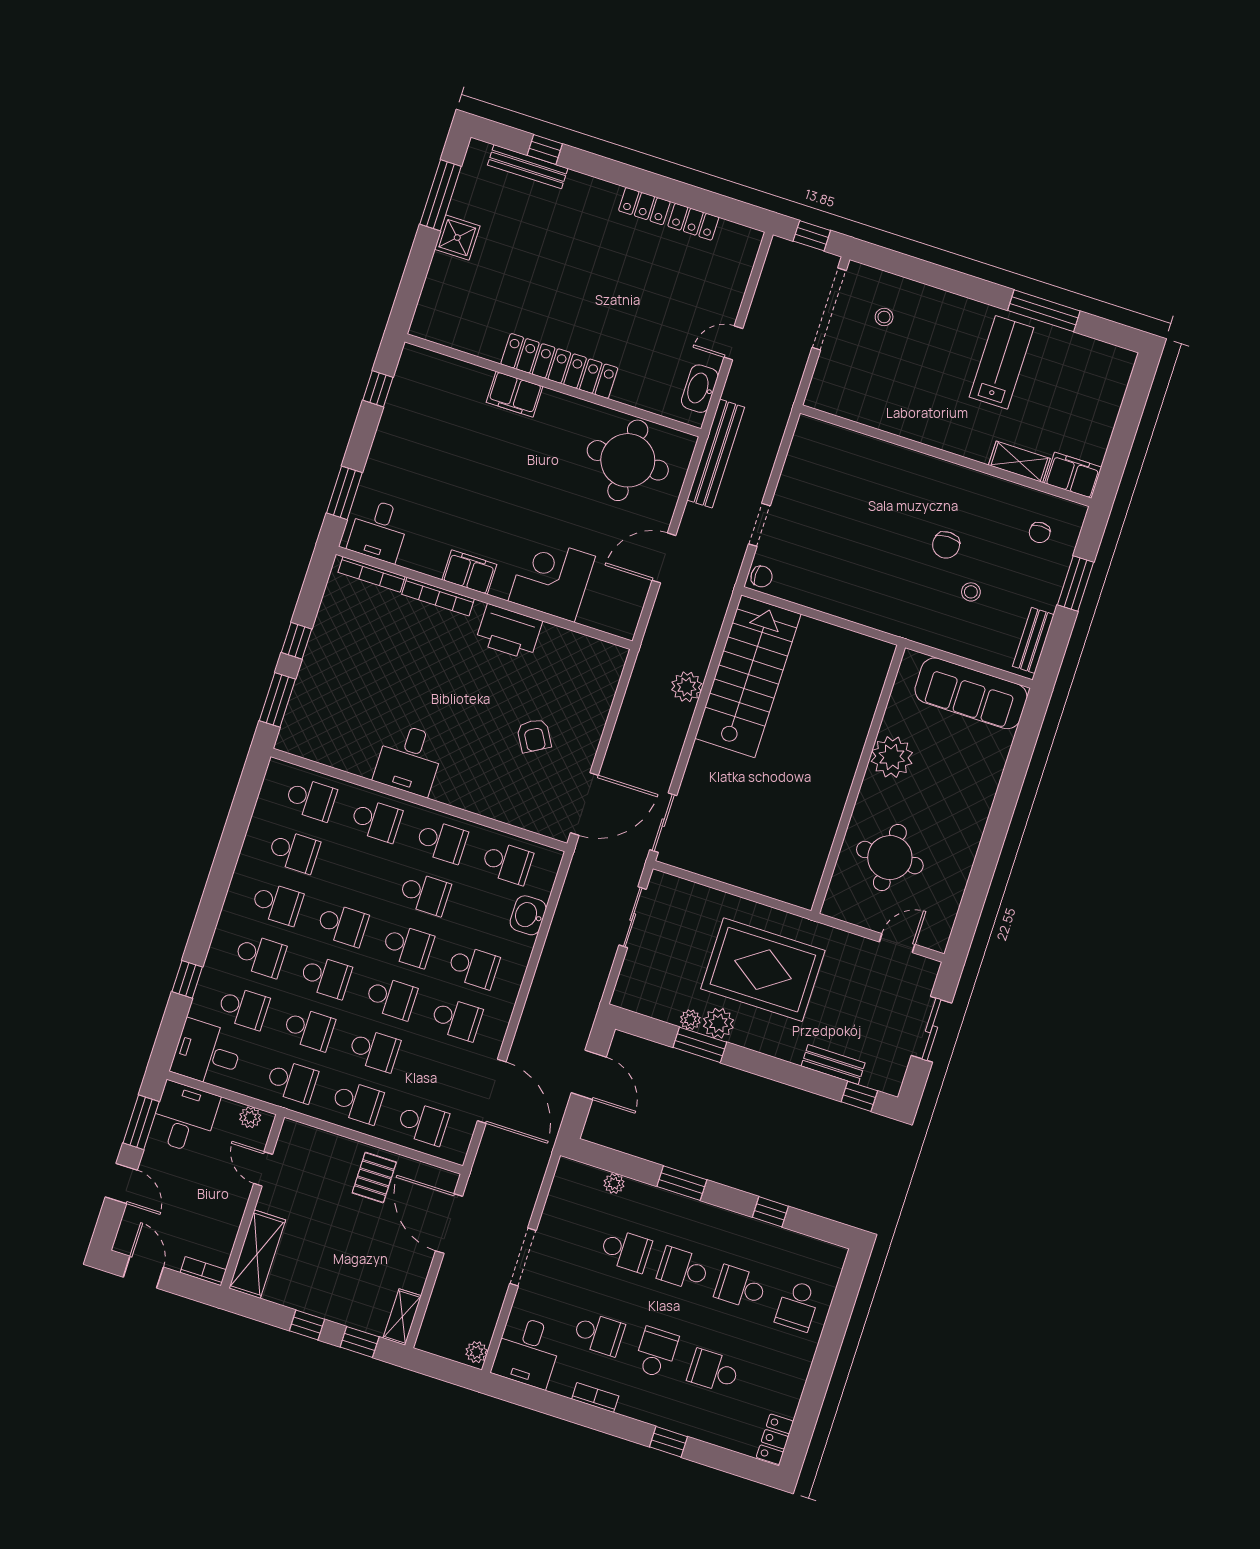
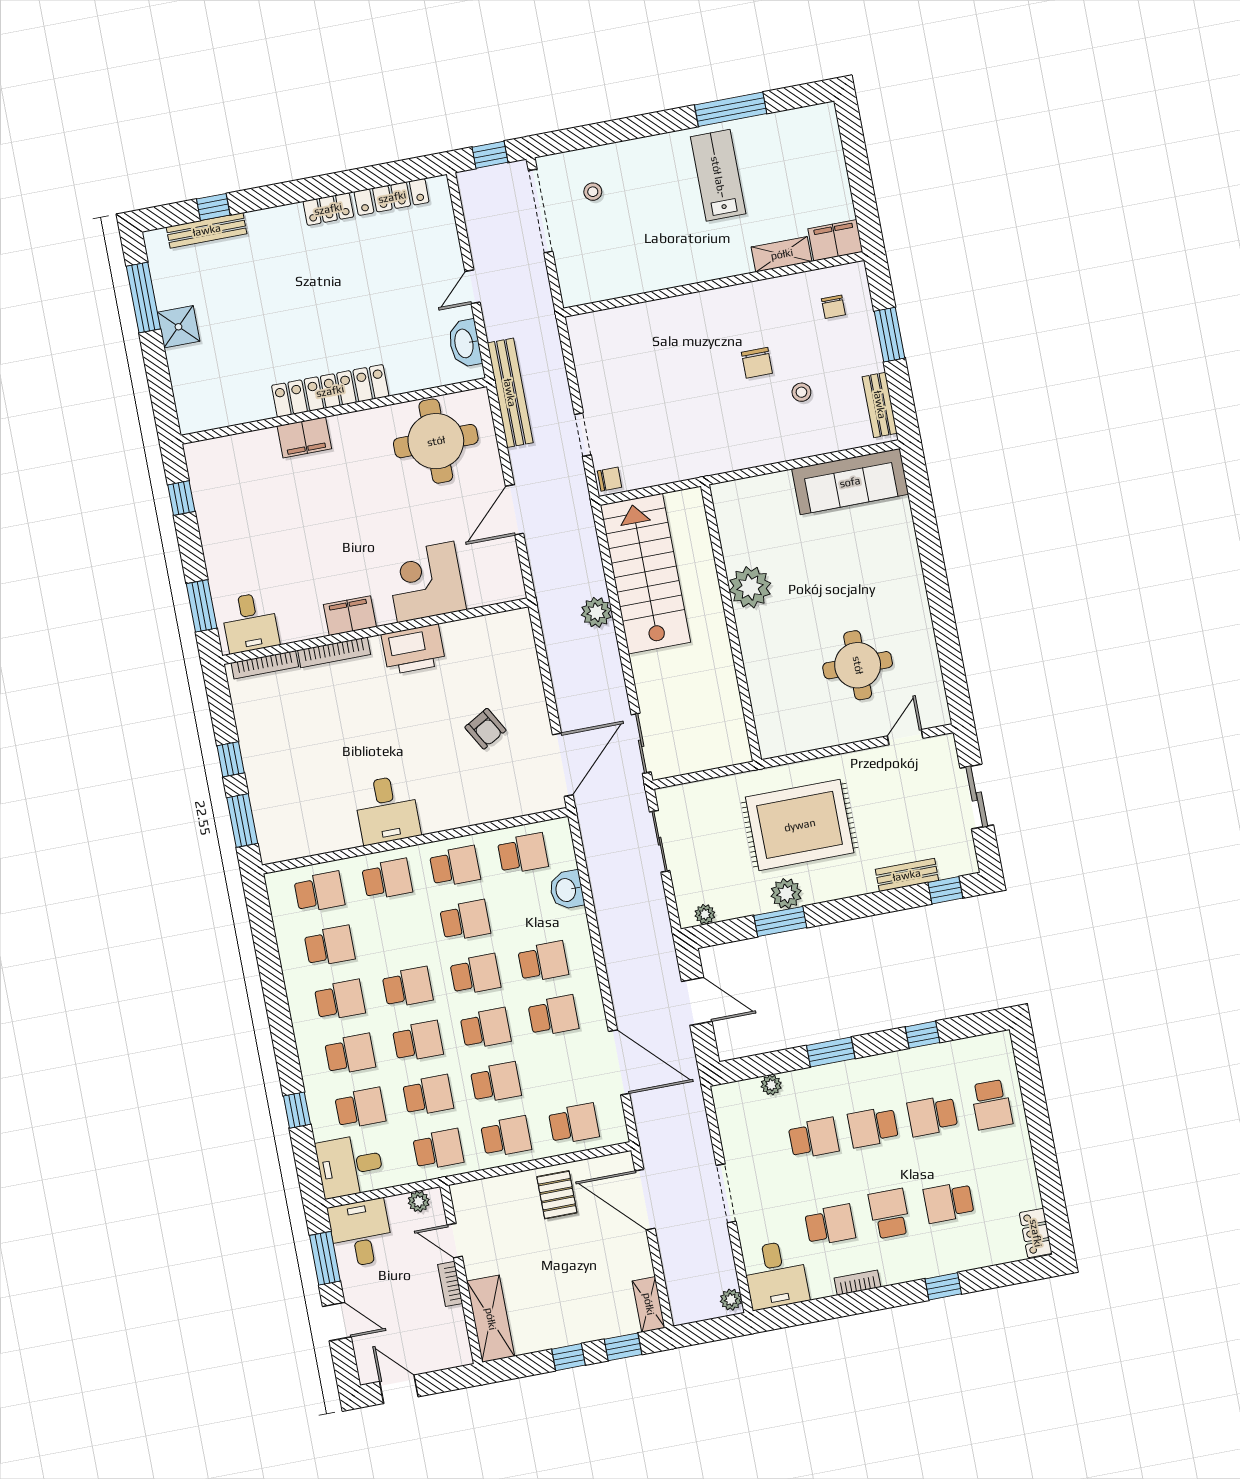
locker: (693, 222) -> (392, 197), width x1.53
plant: (892, 757) -> (750, 587), moved
wall: (858, 779) -> (731, 623), moved
plant: (690, 1020) -> (705, 914), moved
bookcase: (203, 1271) -> (450, 1284), moved, turned -90

